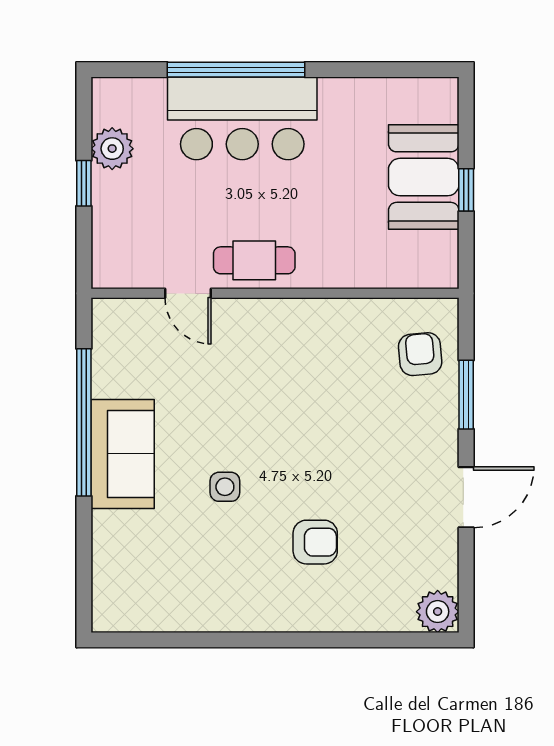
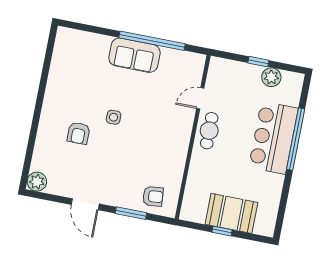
side table: (225, 487) -> (114, 117), moved

